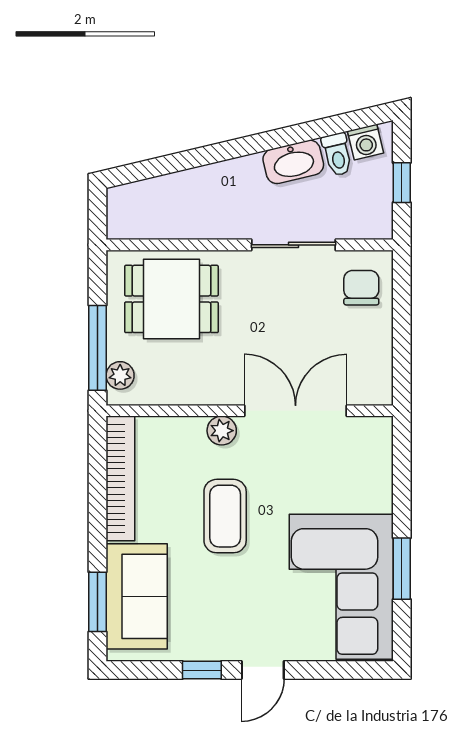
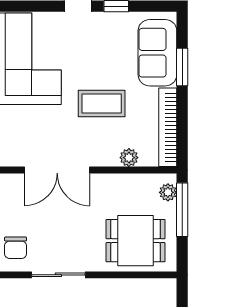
plant: (222, 431) -> (129, 158), moved
coffee table: (225, 516) -> (102, 103), turned 90
window: (98, 602) -> (182, 67), moved

